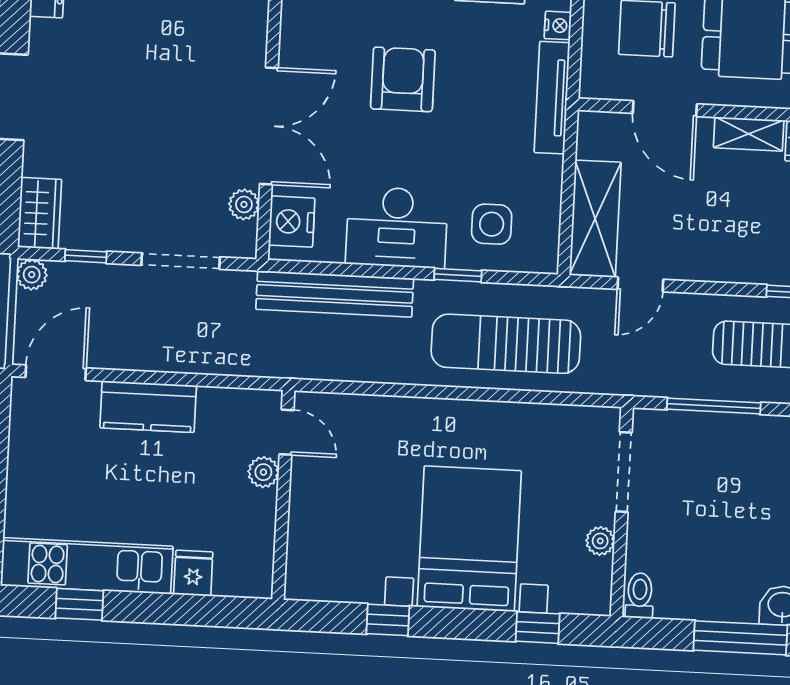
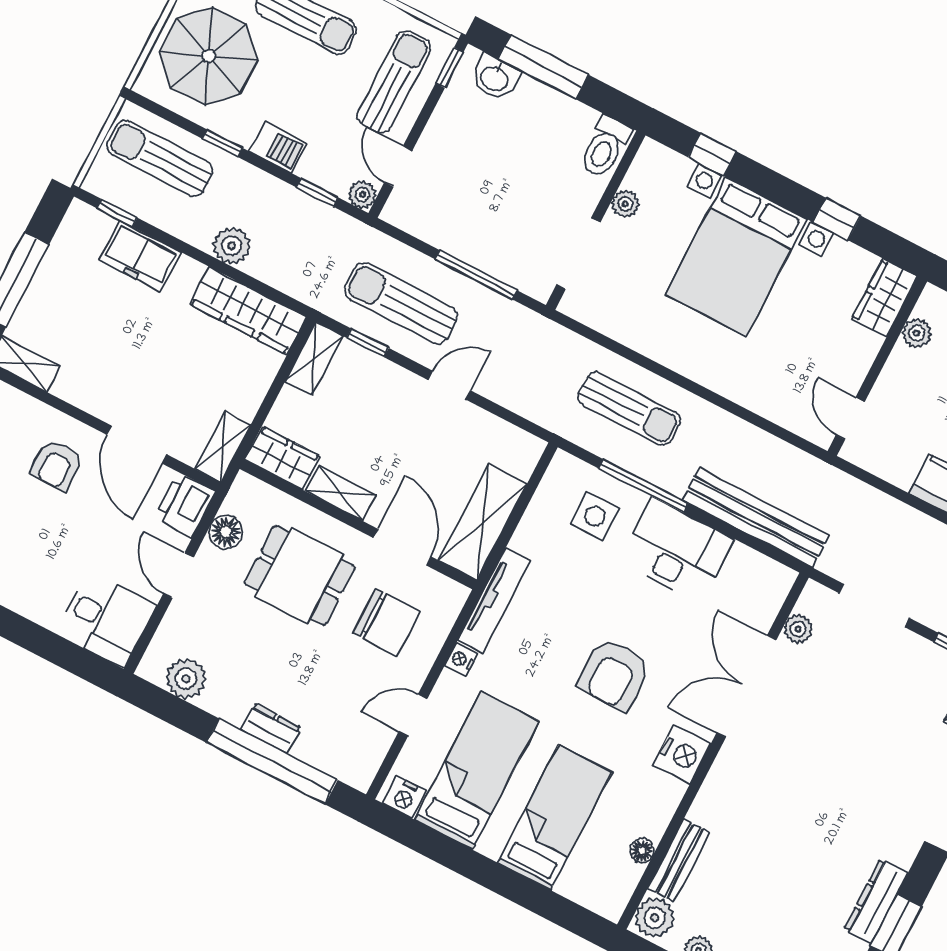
shelving: (595, 219) -> (483, 522), moved
nightstand: (292, 222) -> (682, 754), moved
window: (458, 275) -> (643, 486), width x2.17
door: (640, 284) -> (449, 385), moved
sun lounger: (506, 344) -> (629, 409), width x0.73, depth x0.75
plant: (263, 472) -> (917, 333), moved
wardrobe: (306, 565) -> (885, 298), added
toilet: (640, 596) -> (605, 147), width x1.37, depth x1.39

